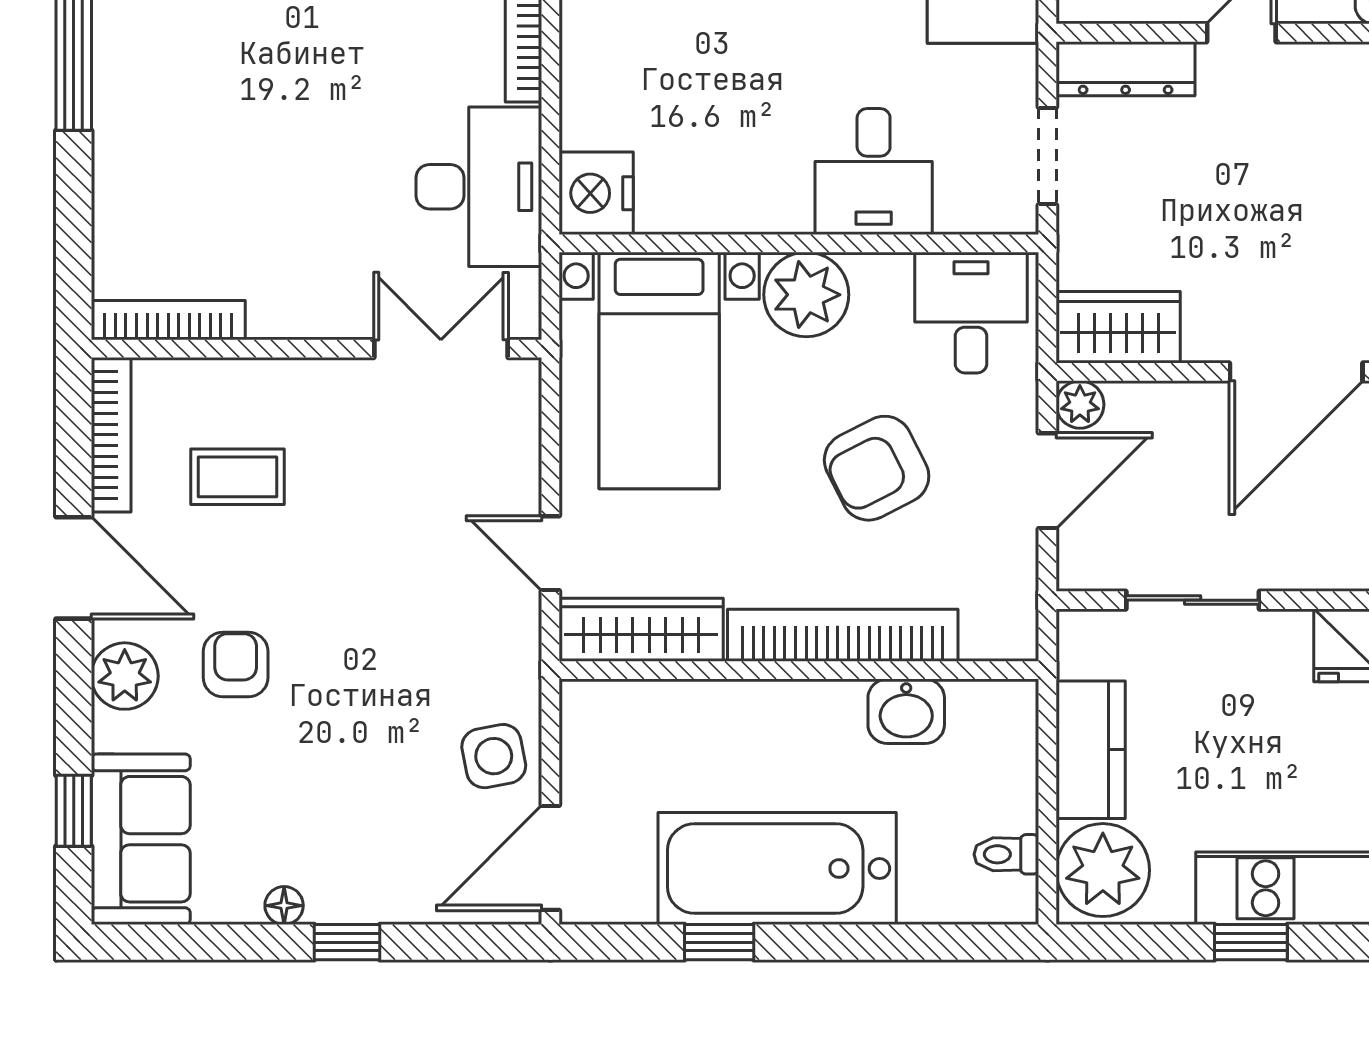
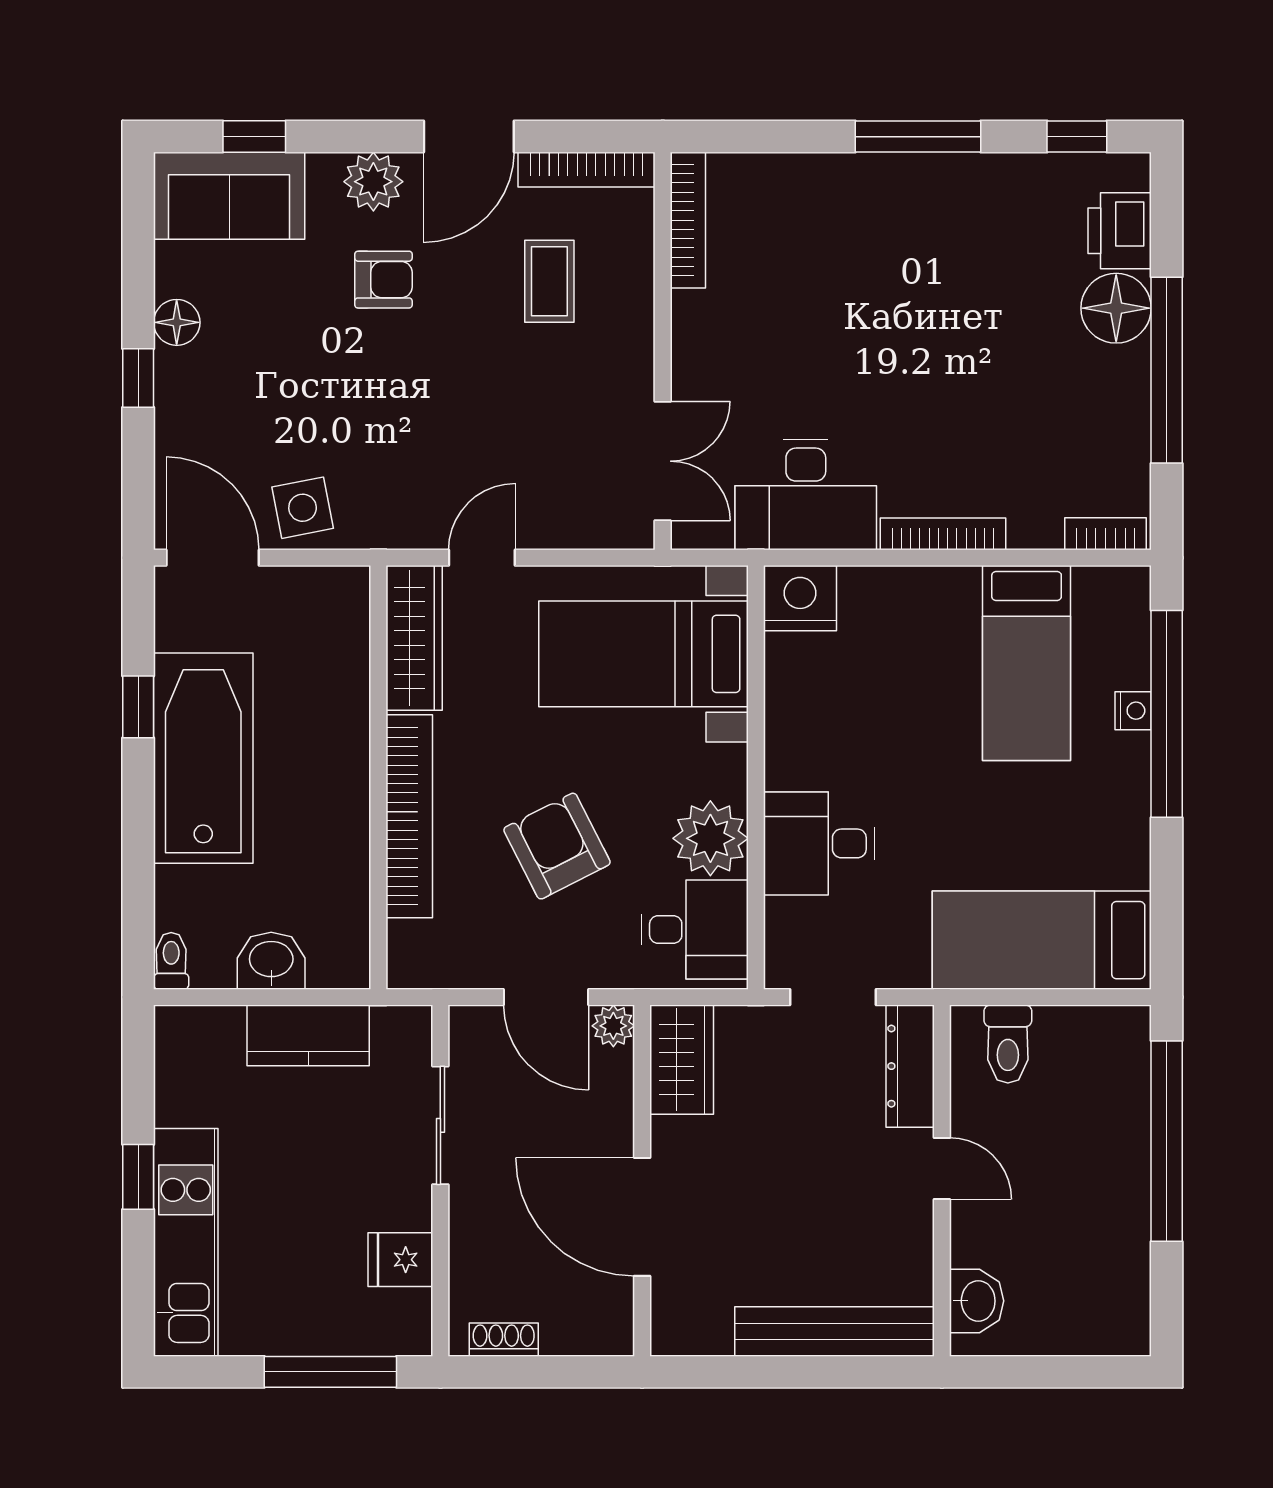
plant: (806, 295) -> (710, 838), moved
washbasin: (906, 711) -> (271, 961), moved, turned 90
toilet: (1006, 854) -> (171, 961), moved
plant: (1103, 870) -> (202, 1046), removed
floor lamp: (284, 906) -> (177, 322), width x1.37, depth x1.37

